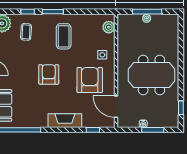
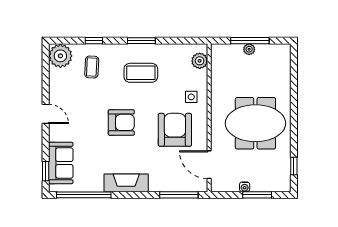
window: (53, 12) -> (141, 41), moved
coffee table: (64, 36) -> (141, 73), turned 90
armchair: (49, 74) -> (121, 122), turned 90
fireplace: (65, 121) -> (126, 183), moved
window: (93, 130) -> (179, 195), width x2.17

